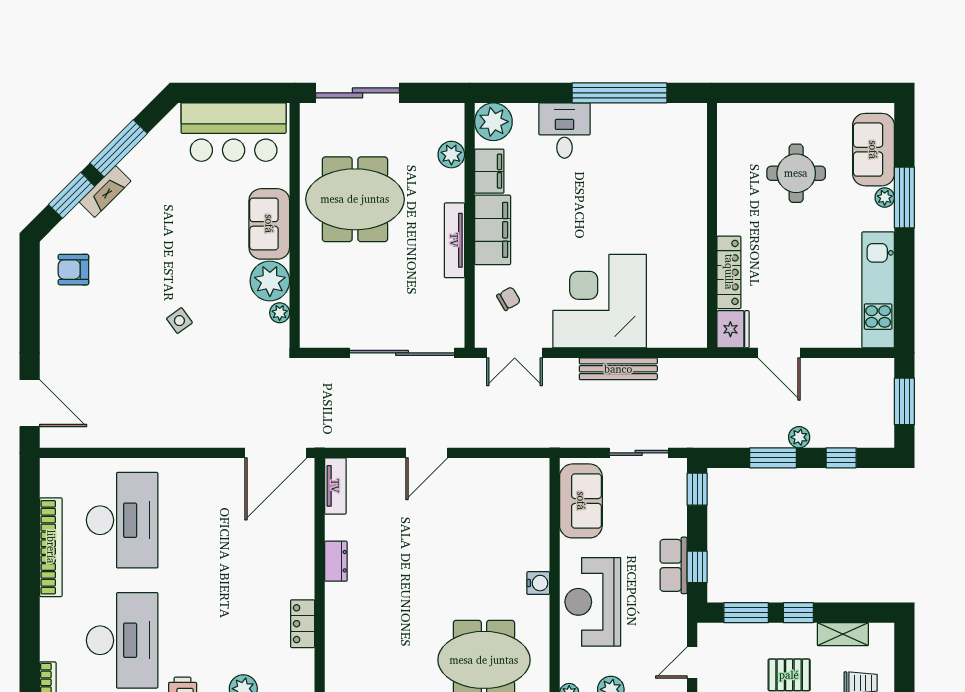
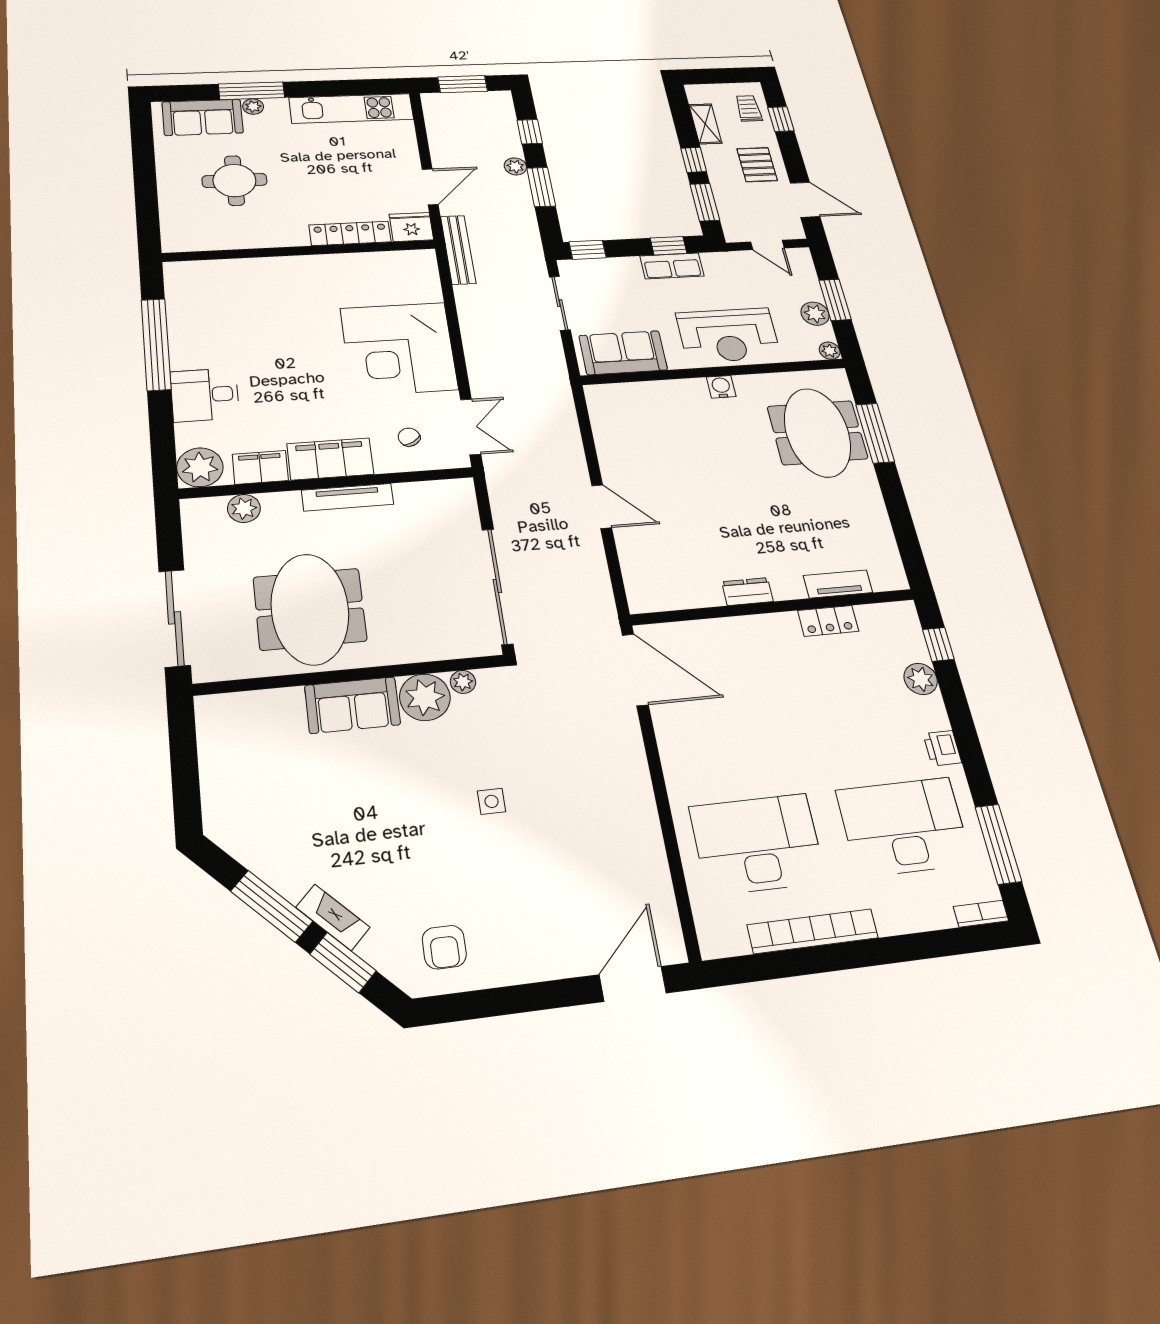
bar counter: (234, 132) -> (237, 760), removed
side table: (179, 321) -> (492, 801), turned 36
sliding door: (402, 353) -> (497, 586), moved
bench: (618, 369) -> (458, 250), moved
tv unit: (335, 486) -> (838, 584), moved

